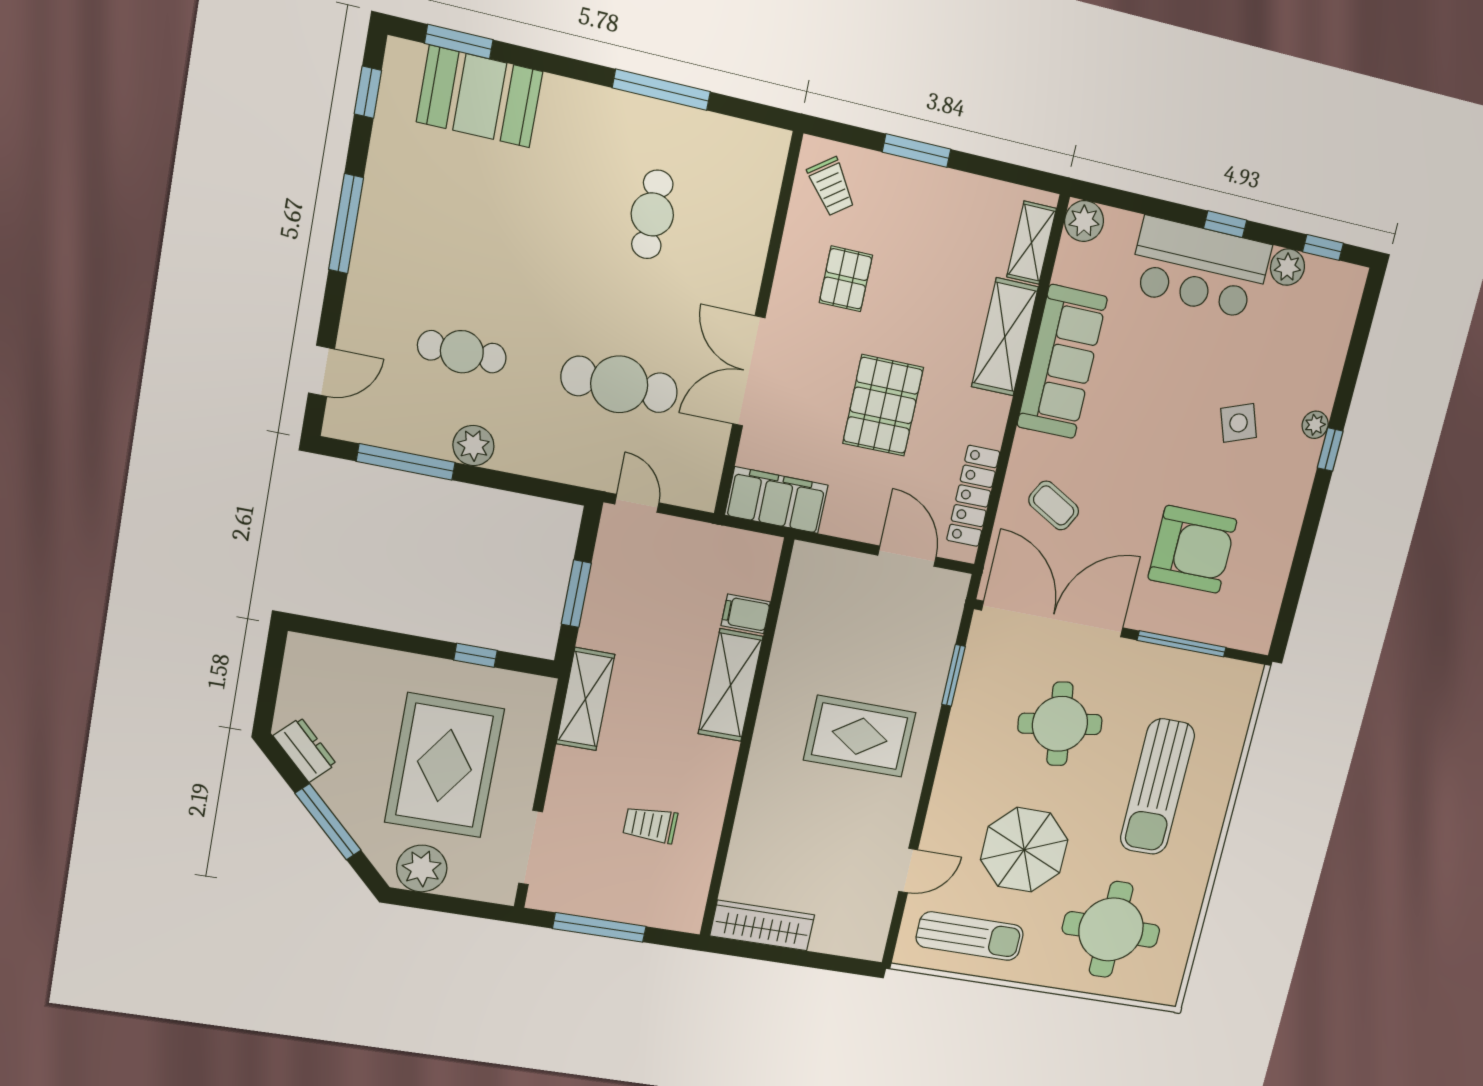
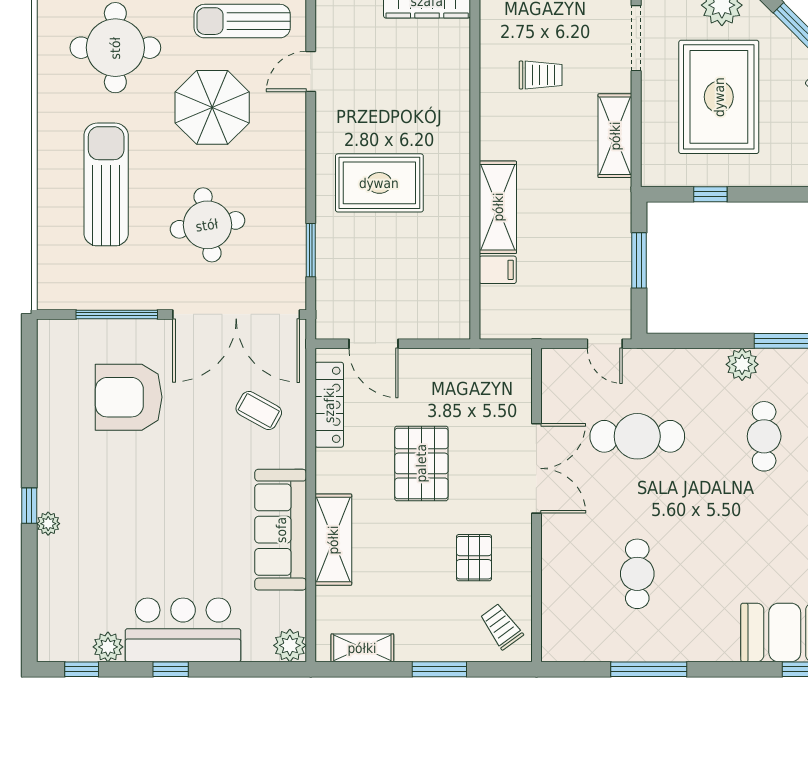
shelving: (1032, 243) -> (362, 648), moved, turned 90
cafe table: (462, 352) -> (764, 436), turned 90
side table: (1239, 423) -> (116, 511), removed
filing cabinet: (776, 500) -> (492, 369), removed
shelving: (586, 699) -> (615, 136), moved

